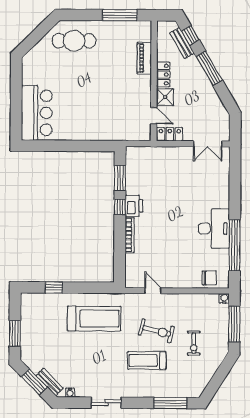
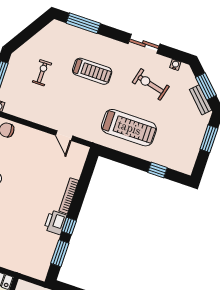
treadmill: (94, 319) -> (129, 128), turned 180
exercise bike: (157, 331) -> (151, 84), moved
bench: (50, 382) -> (201, 100), moved

